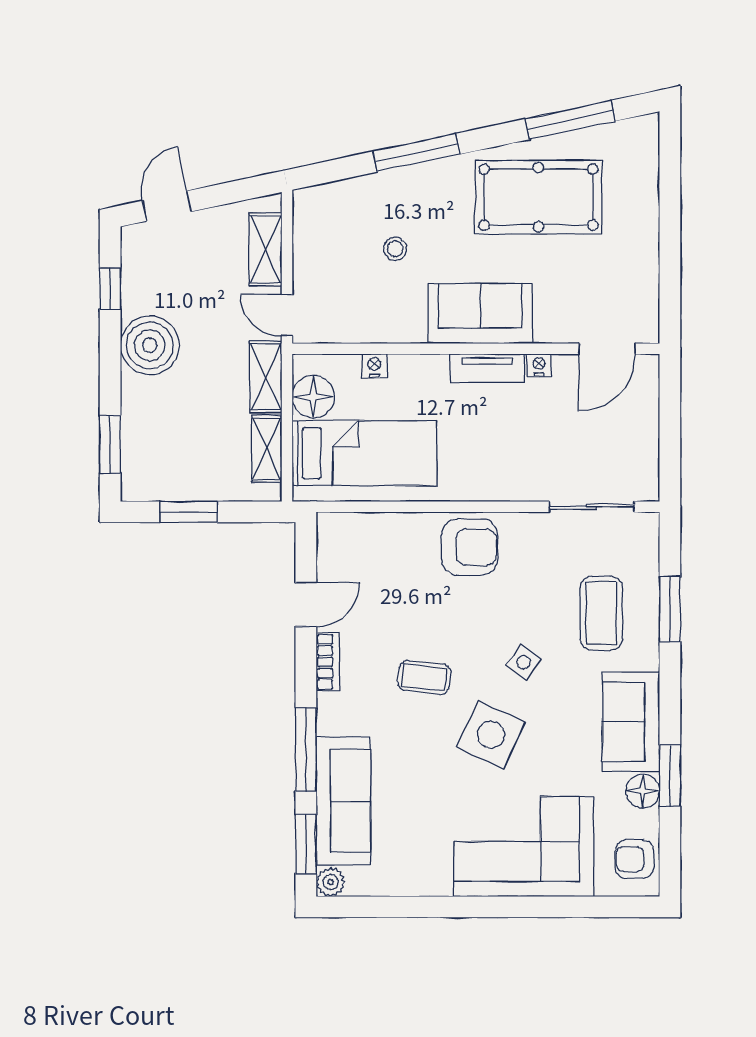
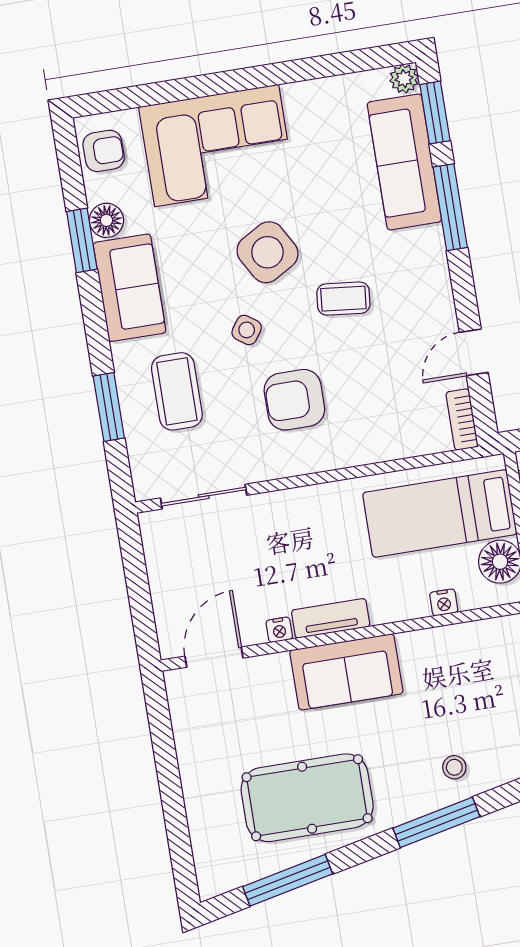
stool: (395, 249) -> (454, 767), moved
armchair: (470, 547) -> (294, 400), moved
bookcase: (328, 662) -> (462, 419), moved
side table: (491, 735) -> (268, 252), turned 35

